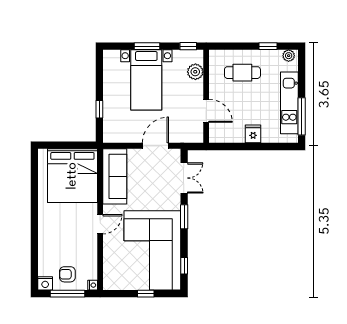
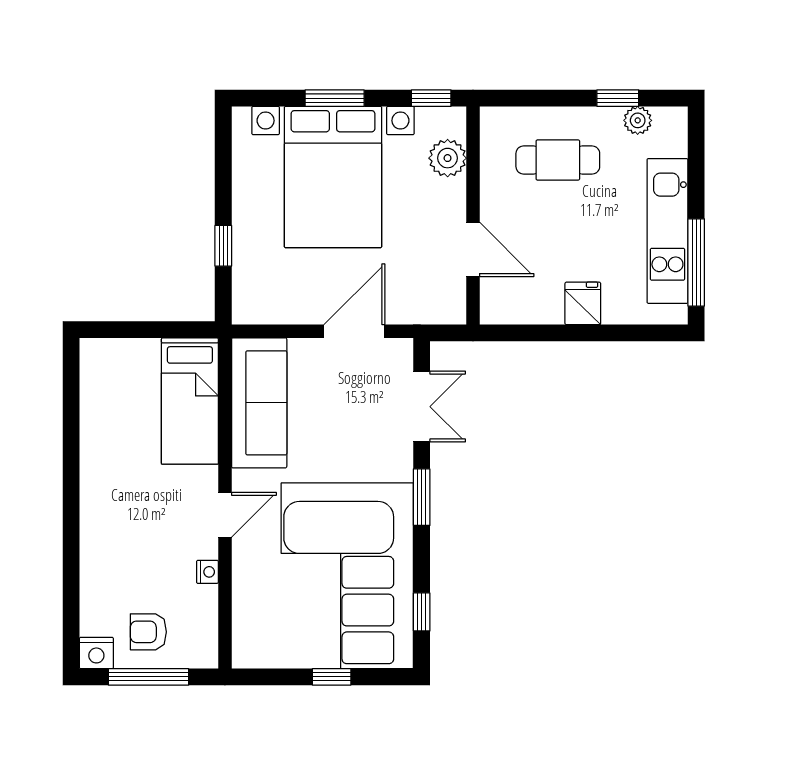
plant: (289, 56) -> (638, 120), moved
bed with nightstands: (146, 80) -> (333, 177), width x1.36
bed: (72, 176) -> (190, 401), width x0.49
nightstand: (93, 285) -> (207, 572), moved

